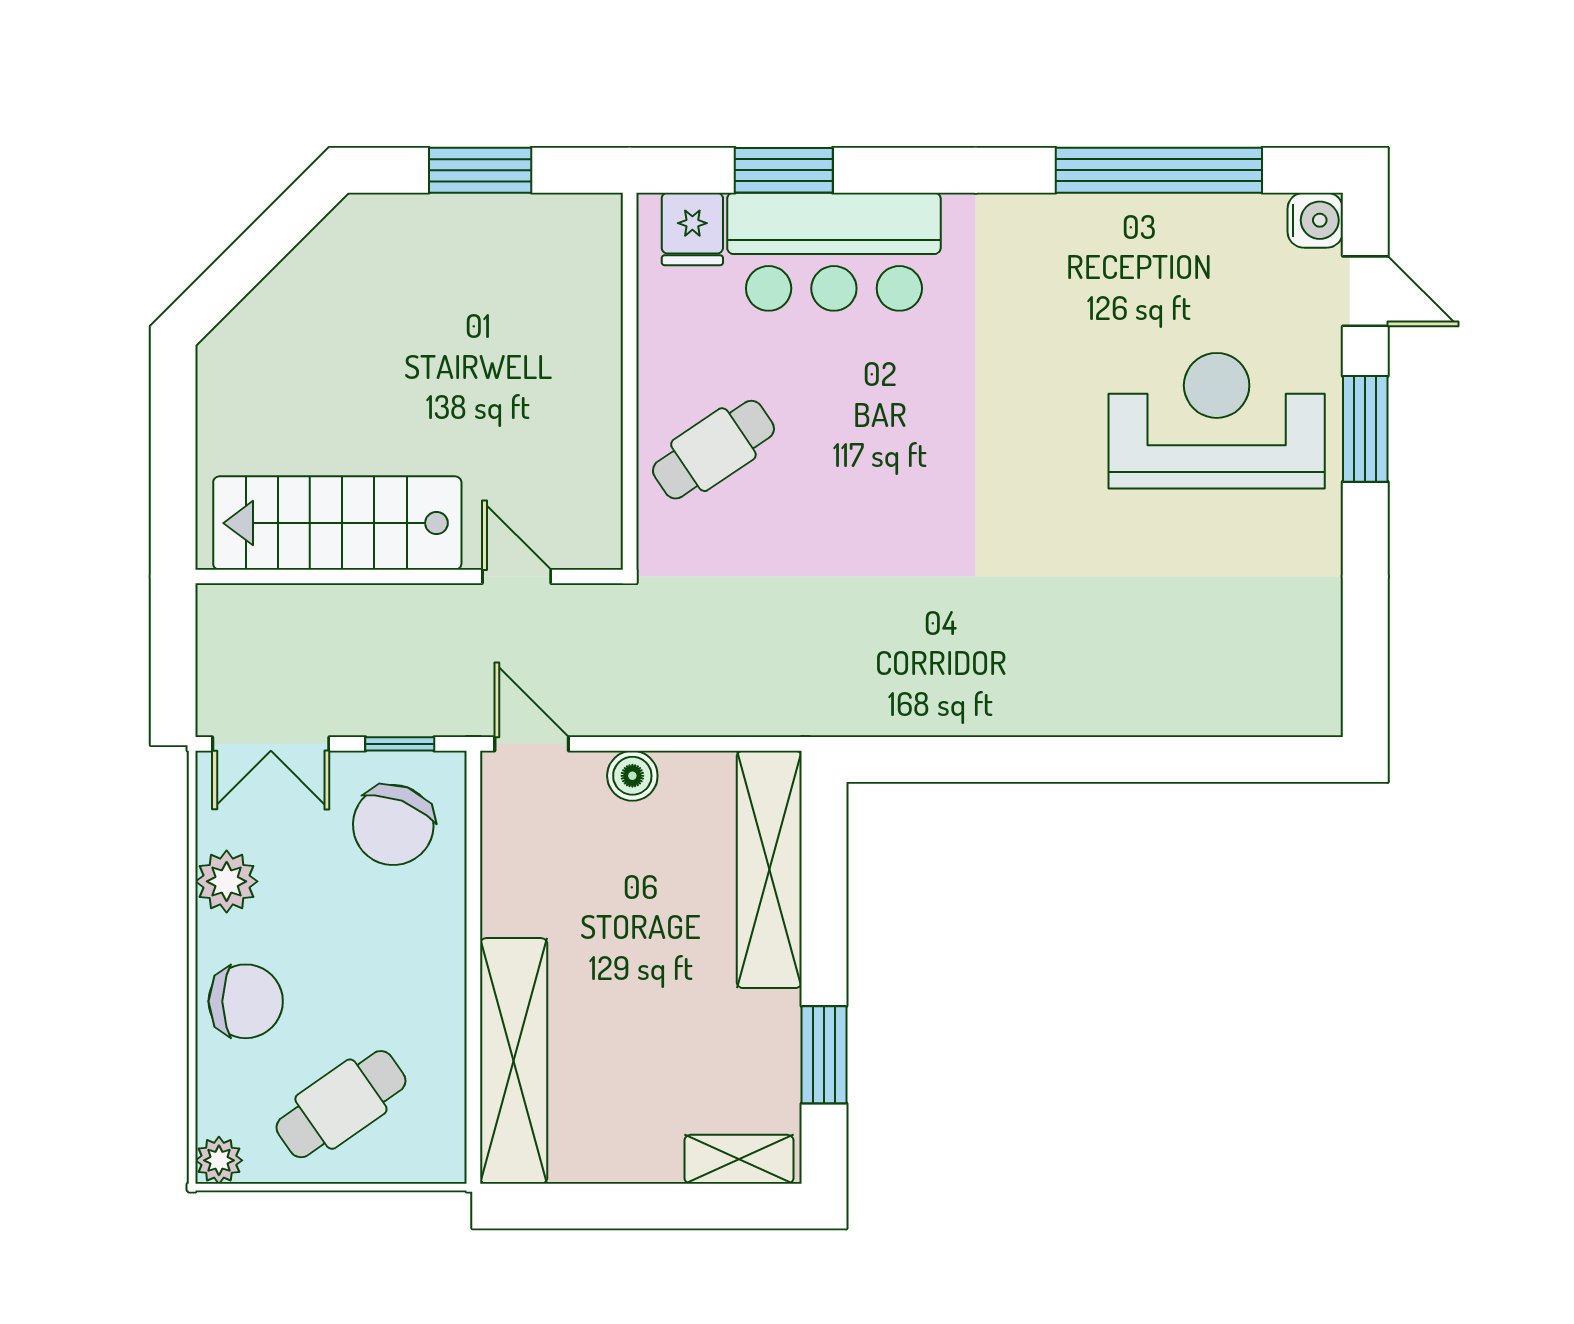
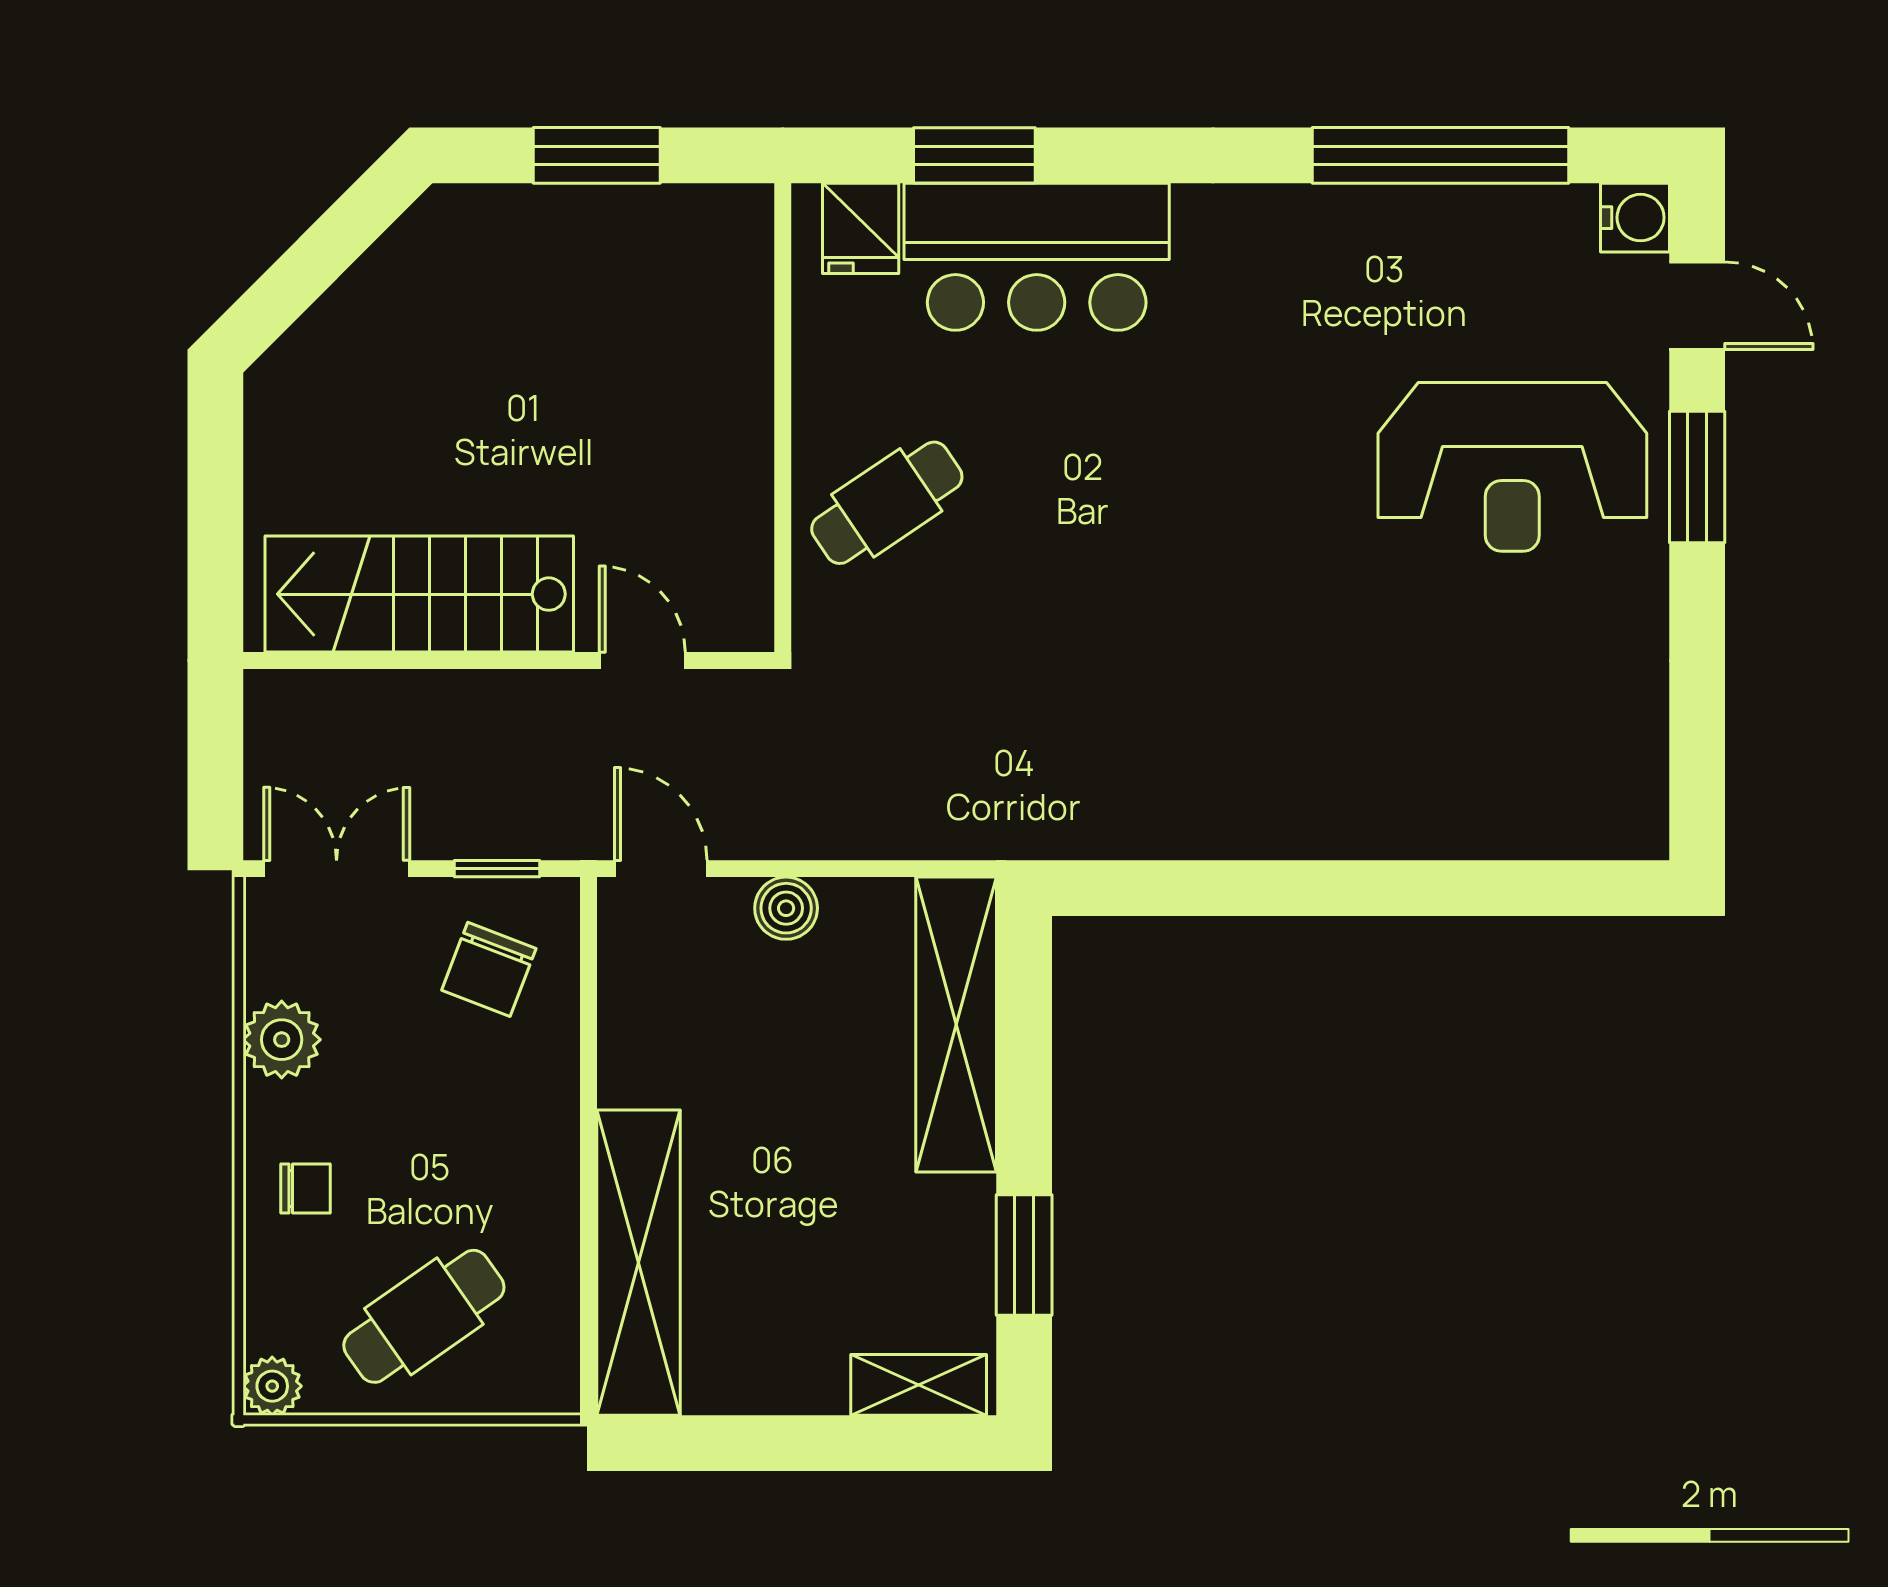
reception desk: (1217, 421) -> (1512, 467), turned 180
double door: (271, 744) -> (337, 869), swing flipped
chair: (393, 825) -> (489, 969), width x0.73, depth x0.73
chair: (246, 1001) -> (305, 1188), width x0.54, depth x0.54

